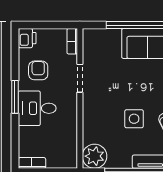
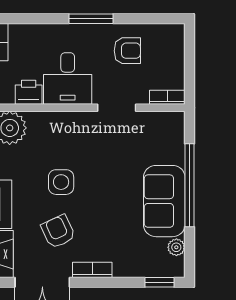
printer: (27, 38) -> (29, 92), moved, turned 180
desk: (37, 108) -> (68, 78), moved, turned 180

